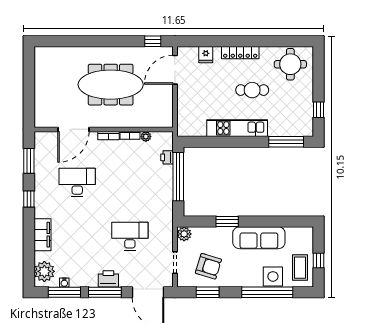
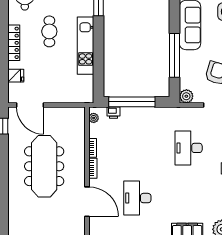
plant: (146, 137) -> (94, 118), moved
window: (227, 222) -> (175, 55), width x2.11

